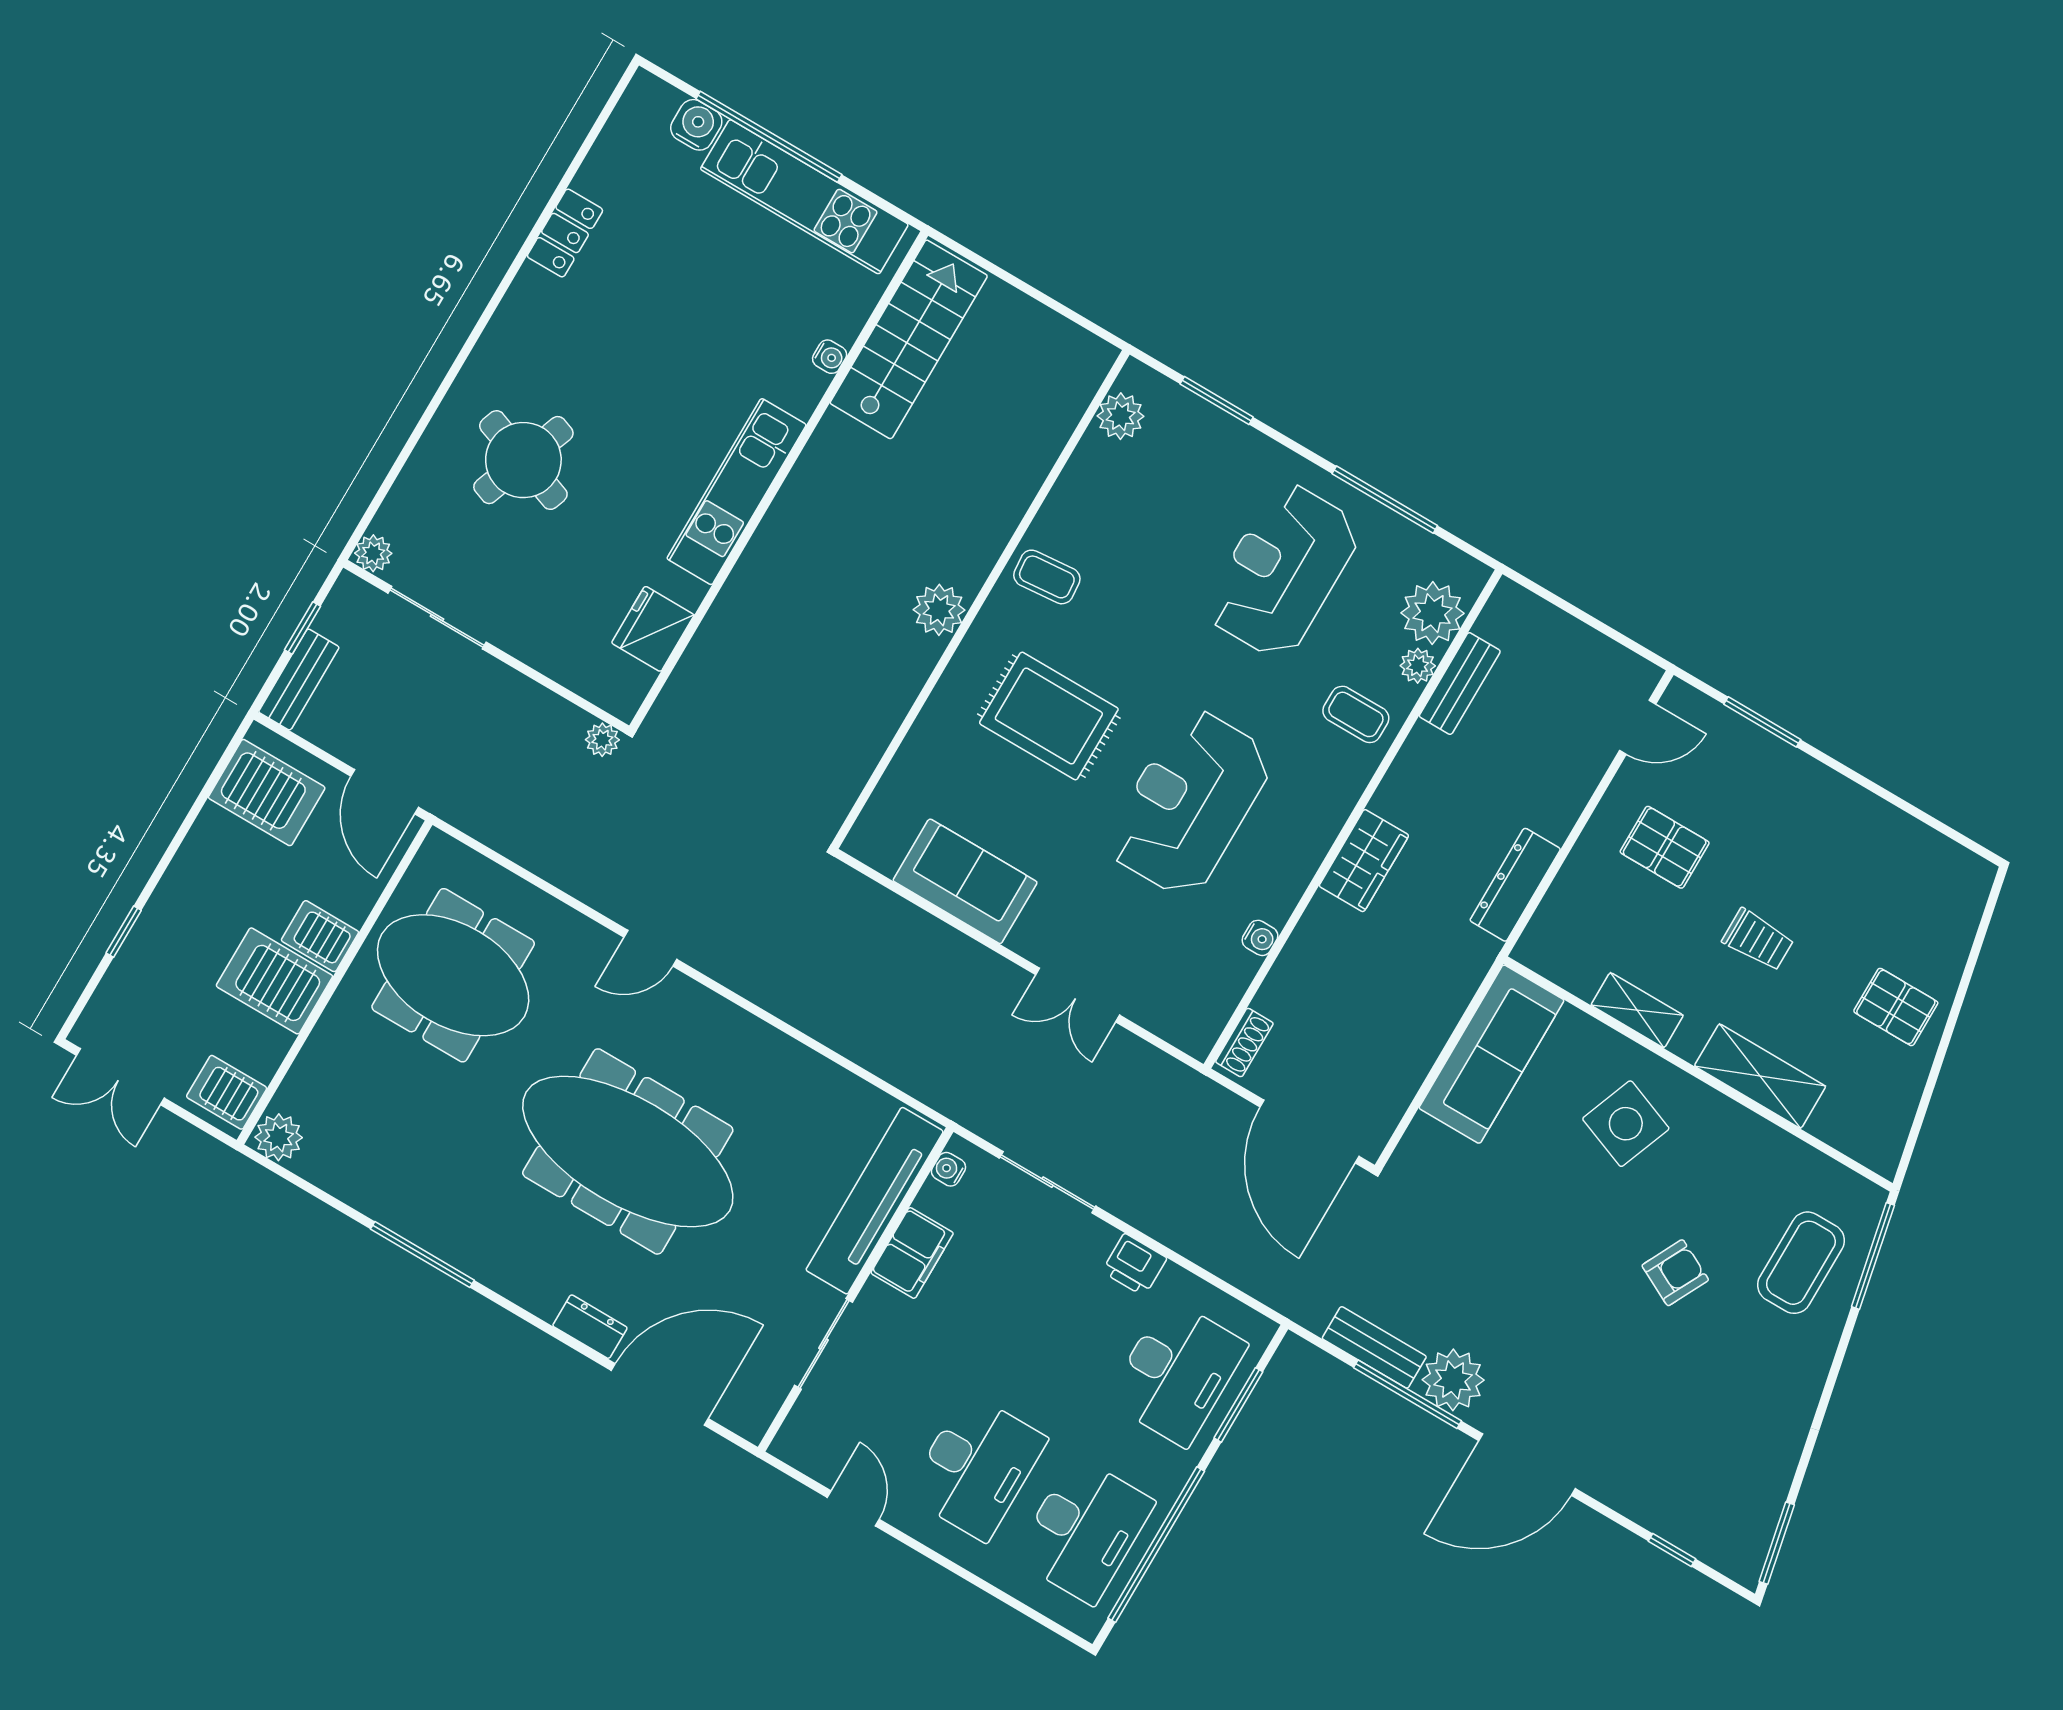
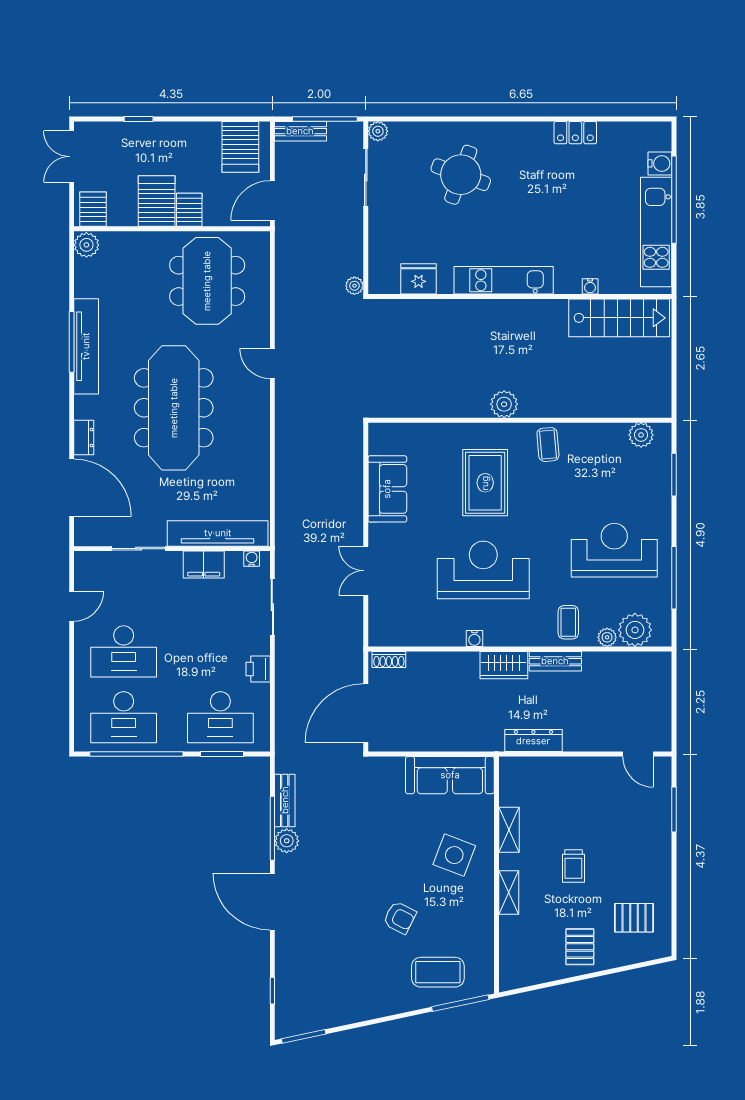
window: (303, 628) -> (325, 119), width x2.17
bench: (1460, 684) -> (555, 661), moved
pallet: (1665, 847) -> (634, 918), moved, turned 90
water cooler: (1260, 938) -> (474, 639), moved
shelving: (1760, 1076) -> (509, 893), width x0.67, depth x0.75
tv unit: (444, 1235) -> (86, 346), added
plant: (1453, 1380) -> (287, 841), width x0.73, depth x0.73

